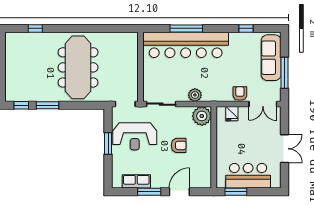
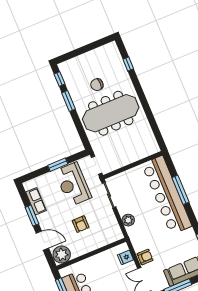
chair: (43, 69) -> (97, 85), added
plant: (202, 116) -> (62, 254), moved

